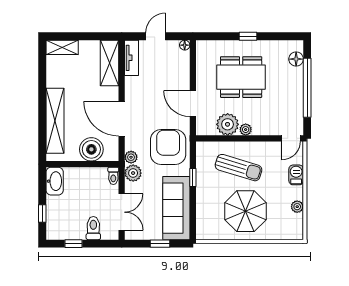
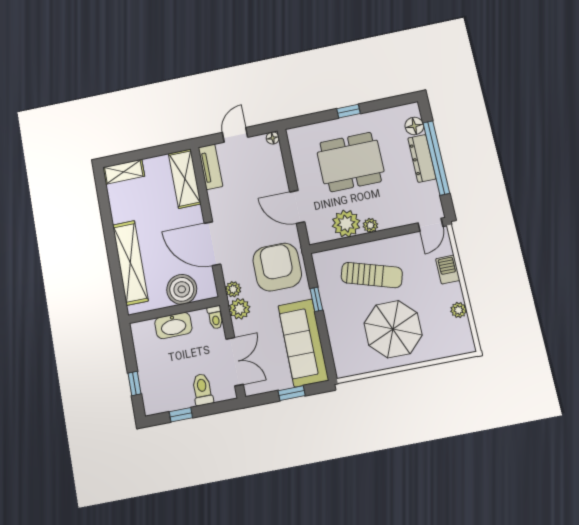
dresser: (296, 86) -> (422, 158), added
washbasin: (55, 181) -> (173, 326), moved, turned 90

